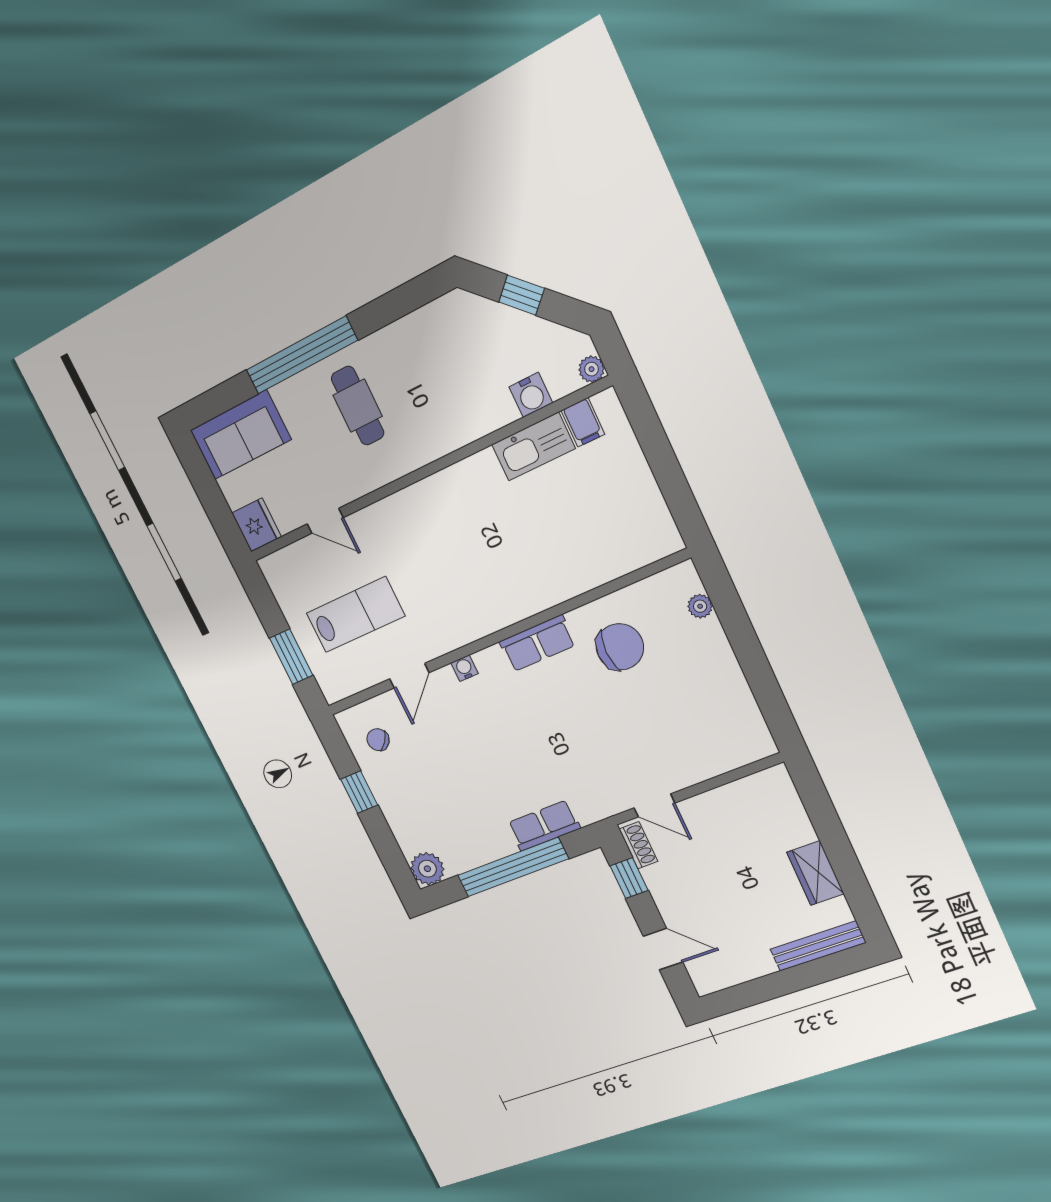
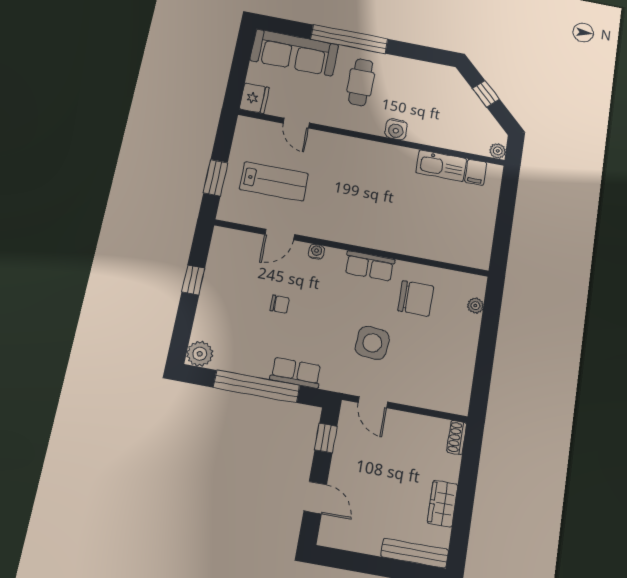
water cooler: (531, 395) -> (396, 129), moved
sofa: (240, 435) -> (294, 53), width x1.36
side table: (606, 736) -> (372, 343), added
chair: (378, 740) -> (280, 304), moved, turned 142
shoe rack: (638, 845) -> (457, 438), moved, turned 180

